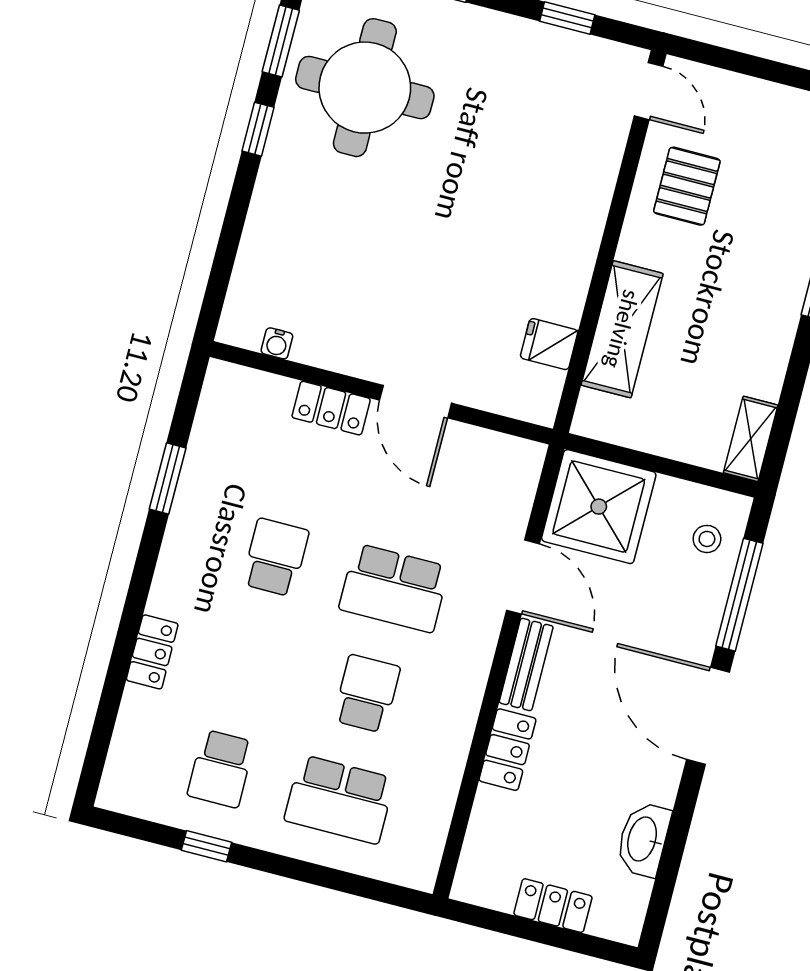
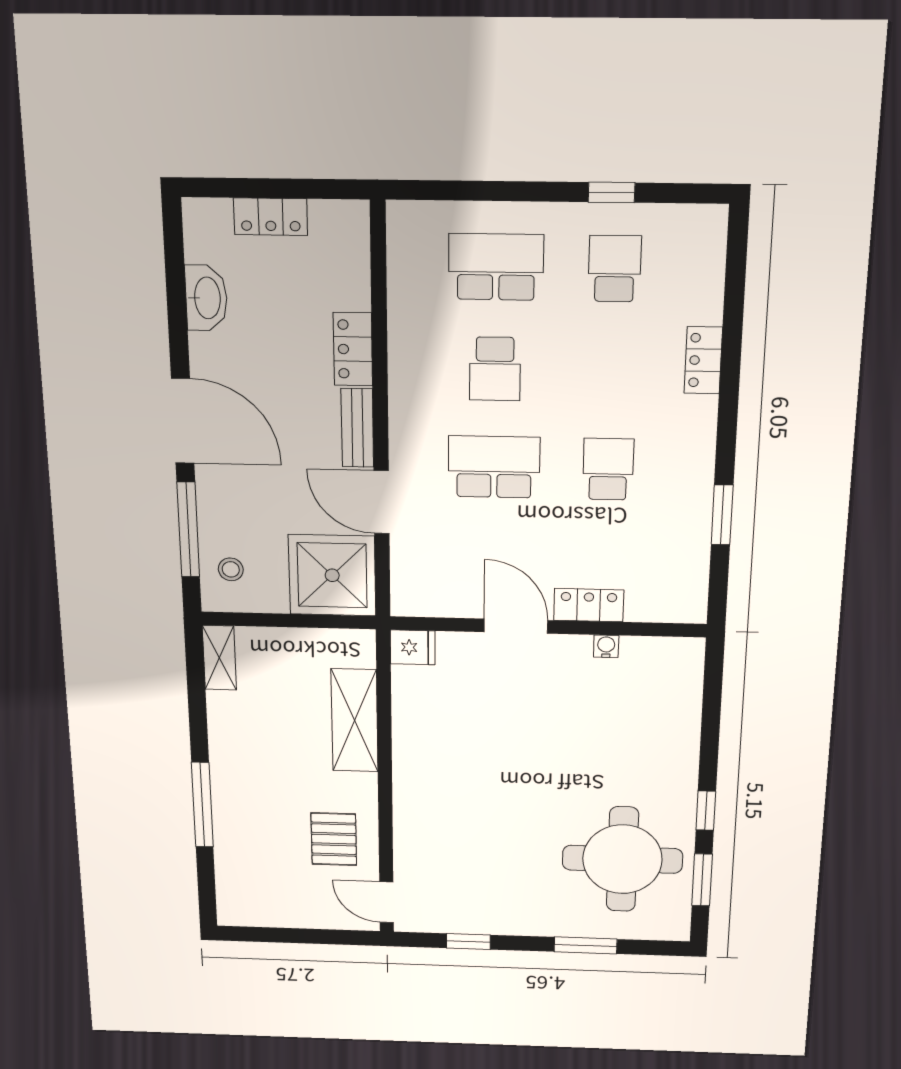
water cooler: (277, 343) -> (606, 646), moved
fridge: (549, 344) -> (413, 647), moved
school desk: (275, 557) -> (608, 469), turned 180

